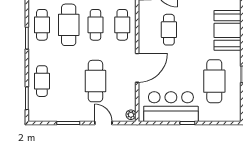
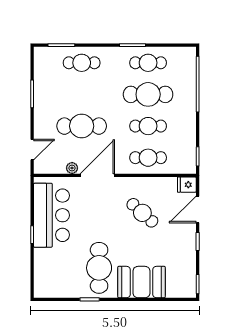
cafe table: (169, 30) -> (142, 213), turned 42
door: (137, 68) -> (97, 175), swing flipped
cafe table: (214, 81) -> (99, 268), moved, turned 90
plant: (131, 115) -> (72, 168), moved
door: (103, 123) -> (32, 150), moved

